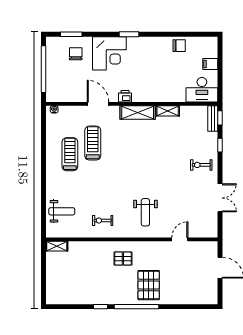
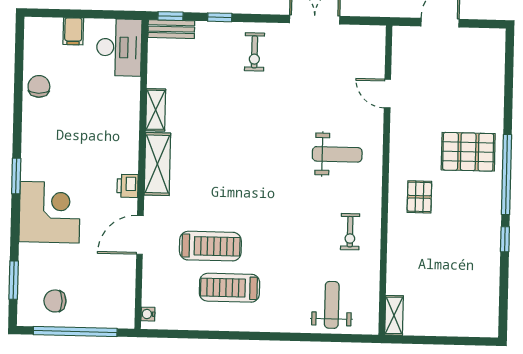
chair: (76, 54) -> (55, 301), moved
treadmill: (93, 143) -> (210, 246), turned 180

